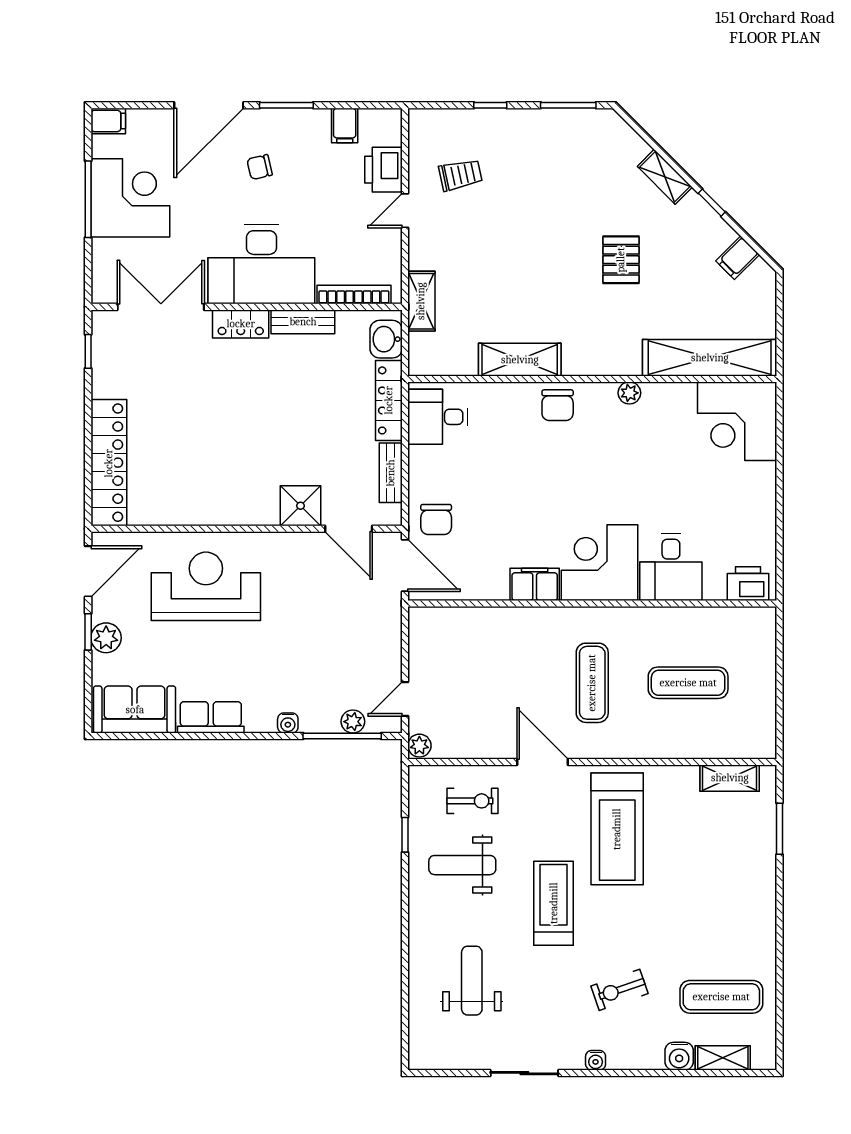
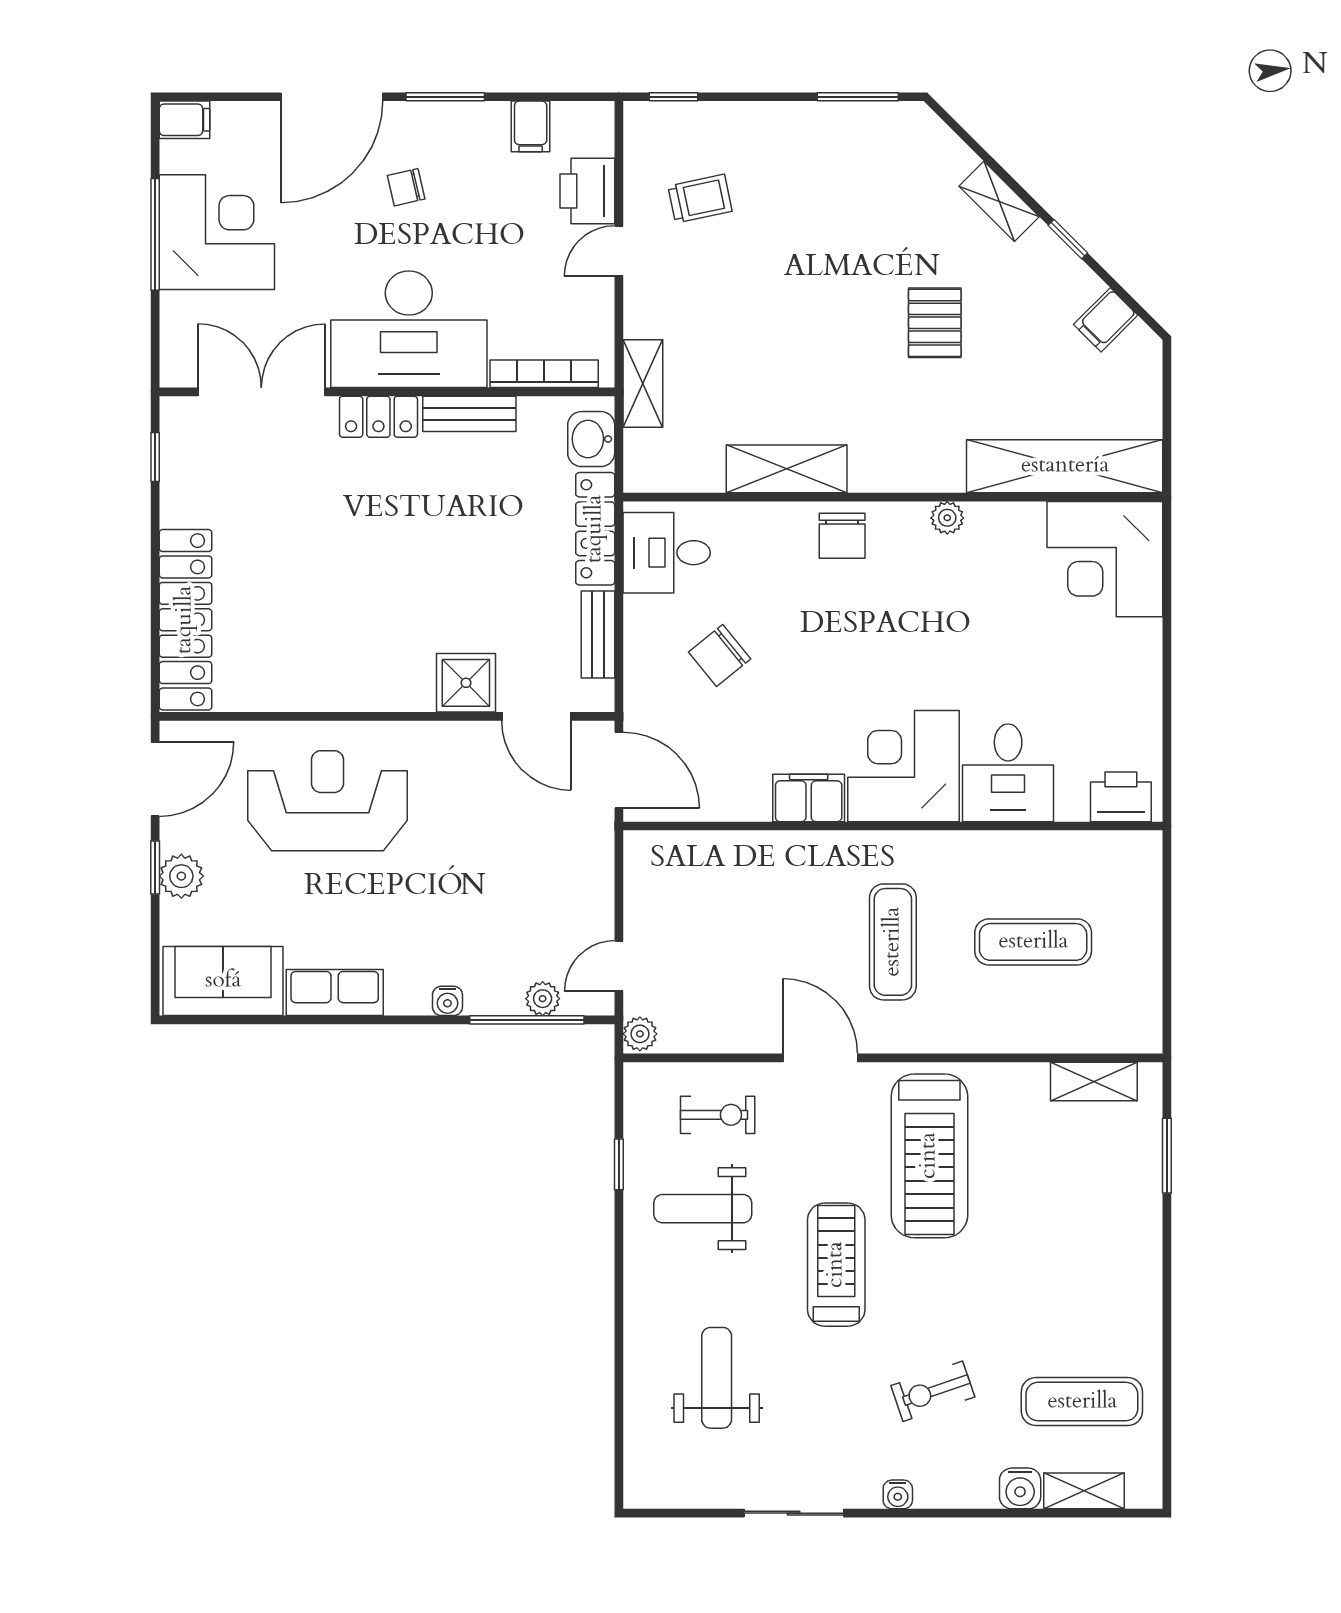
window: (490, 105) -> (673, 97), moved
chair: (436, 519) -> (720, 655), moved, turned 51

